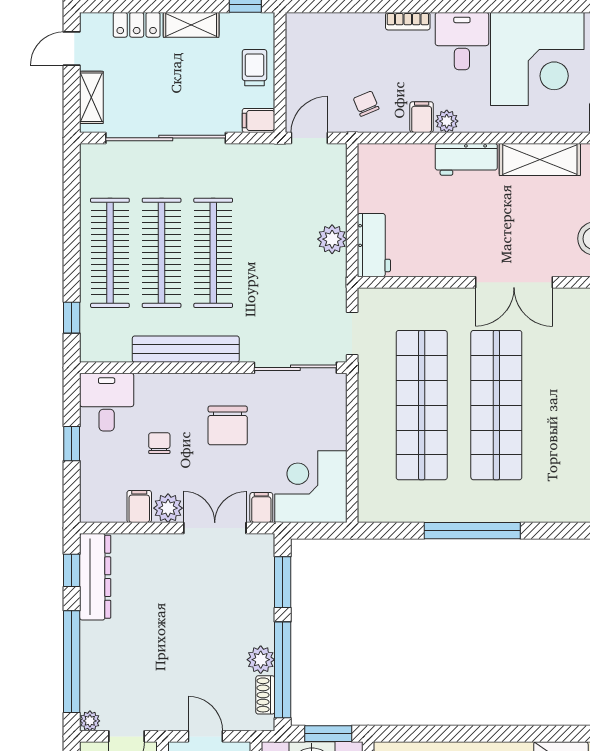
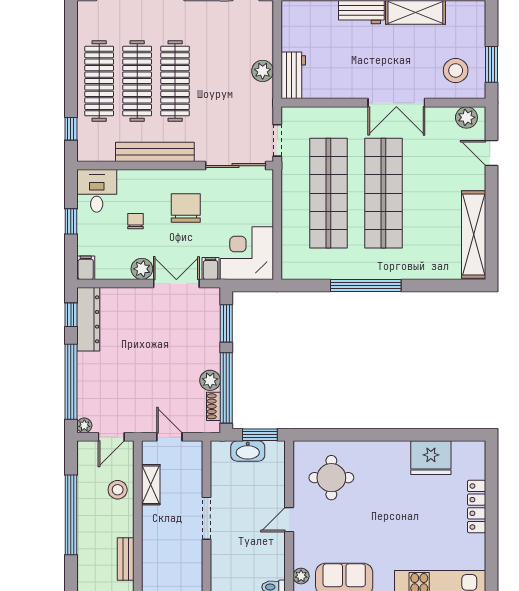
chair: (228, 425) -> (186, 208), turned 180
filing cabinet: (139, 506) -> (86, 268), moved

